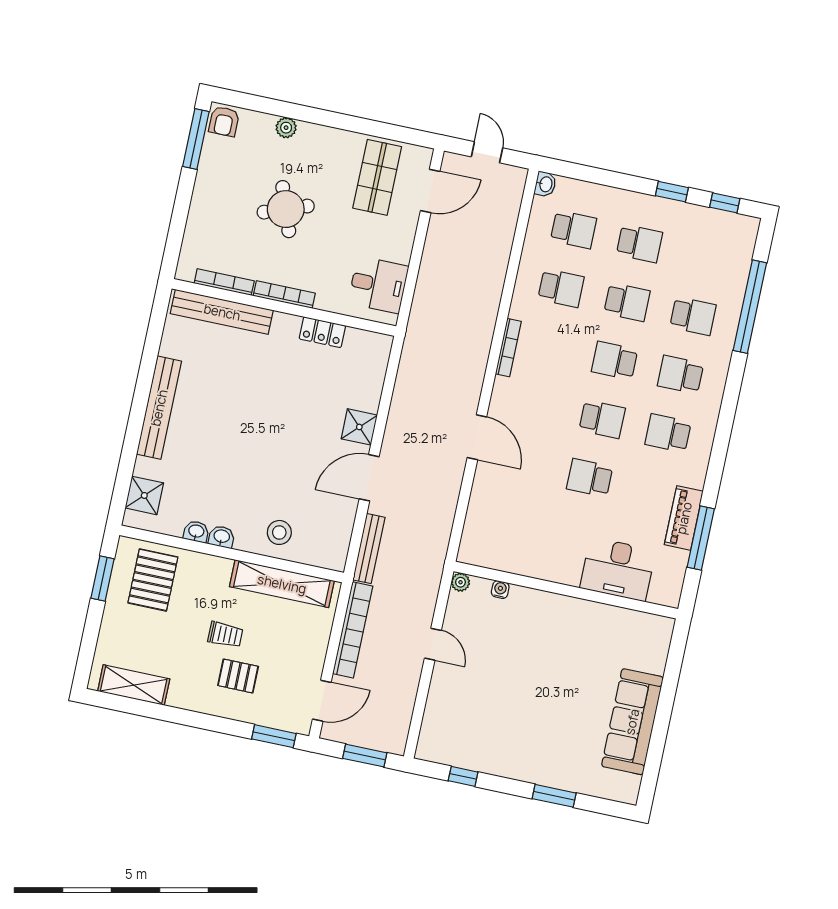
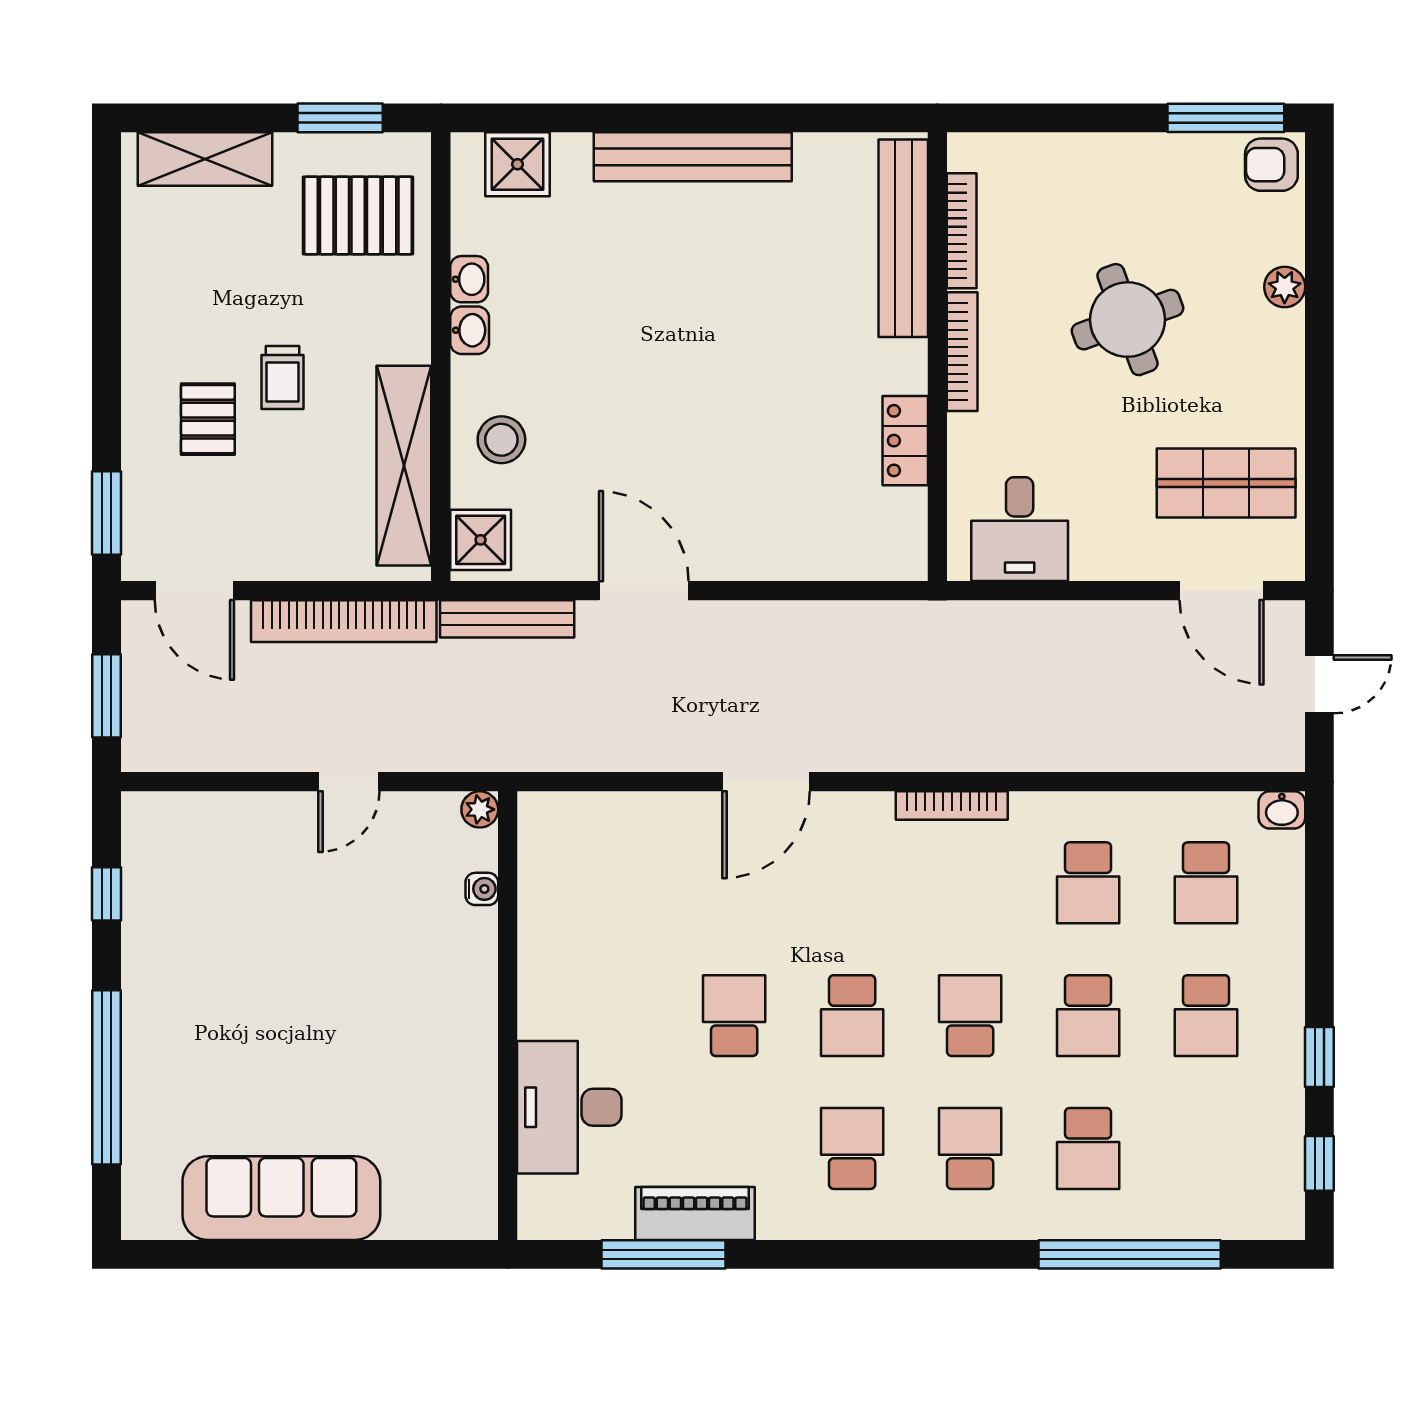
shower: (359, 427) -> (481, 540), moved
shelving: (134, 685) -> (205, 159), moved, turned 90
window: (554, 796) -> (106, 1077), width x2.11

